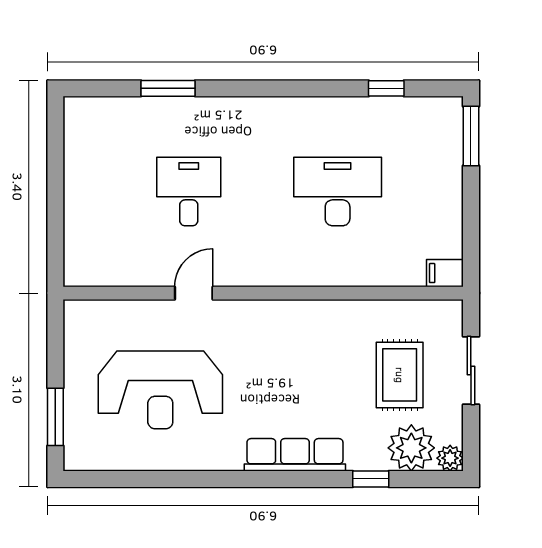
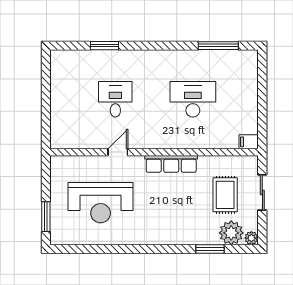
window: (386, 88) -> (218, 46), width x2.17
window: (471, 136) -> (262, 70), removed
row of seats: (295, 455) -> (171, 164), moved, turned 180
window: (371, 479) -> (210, 249), width x1.50

